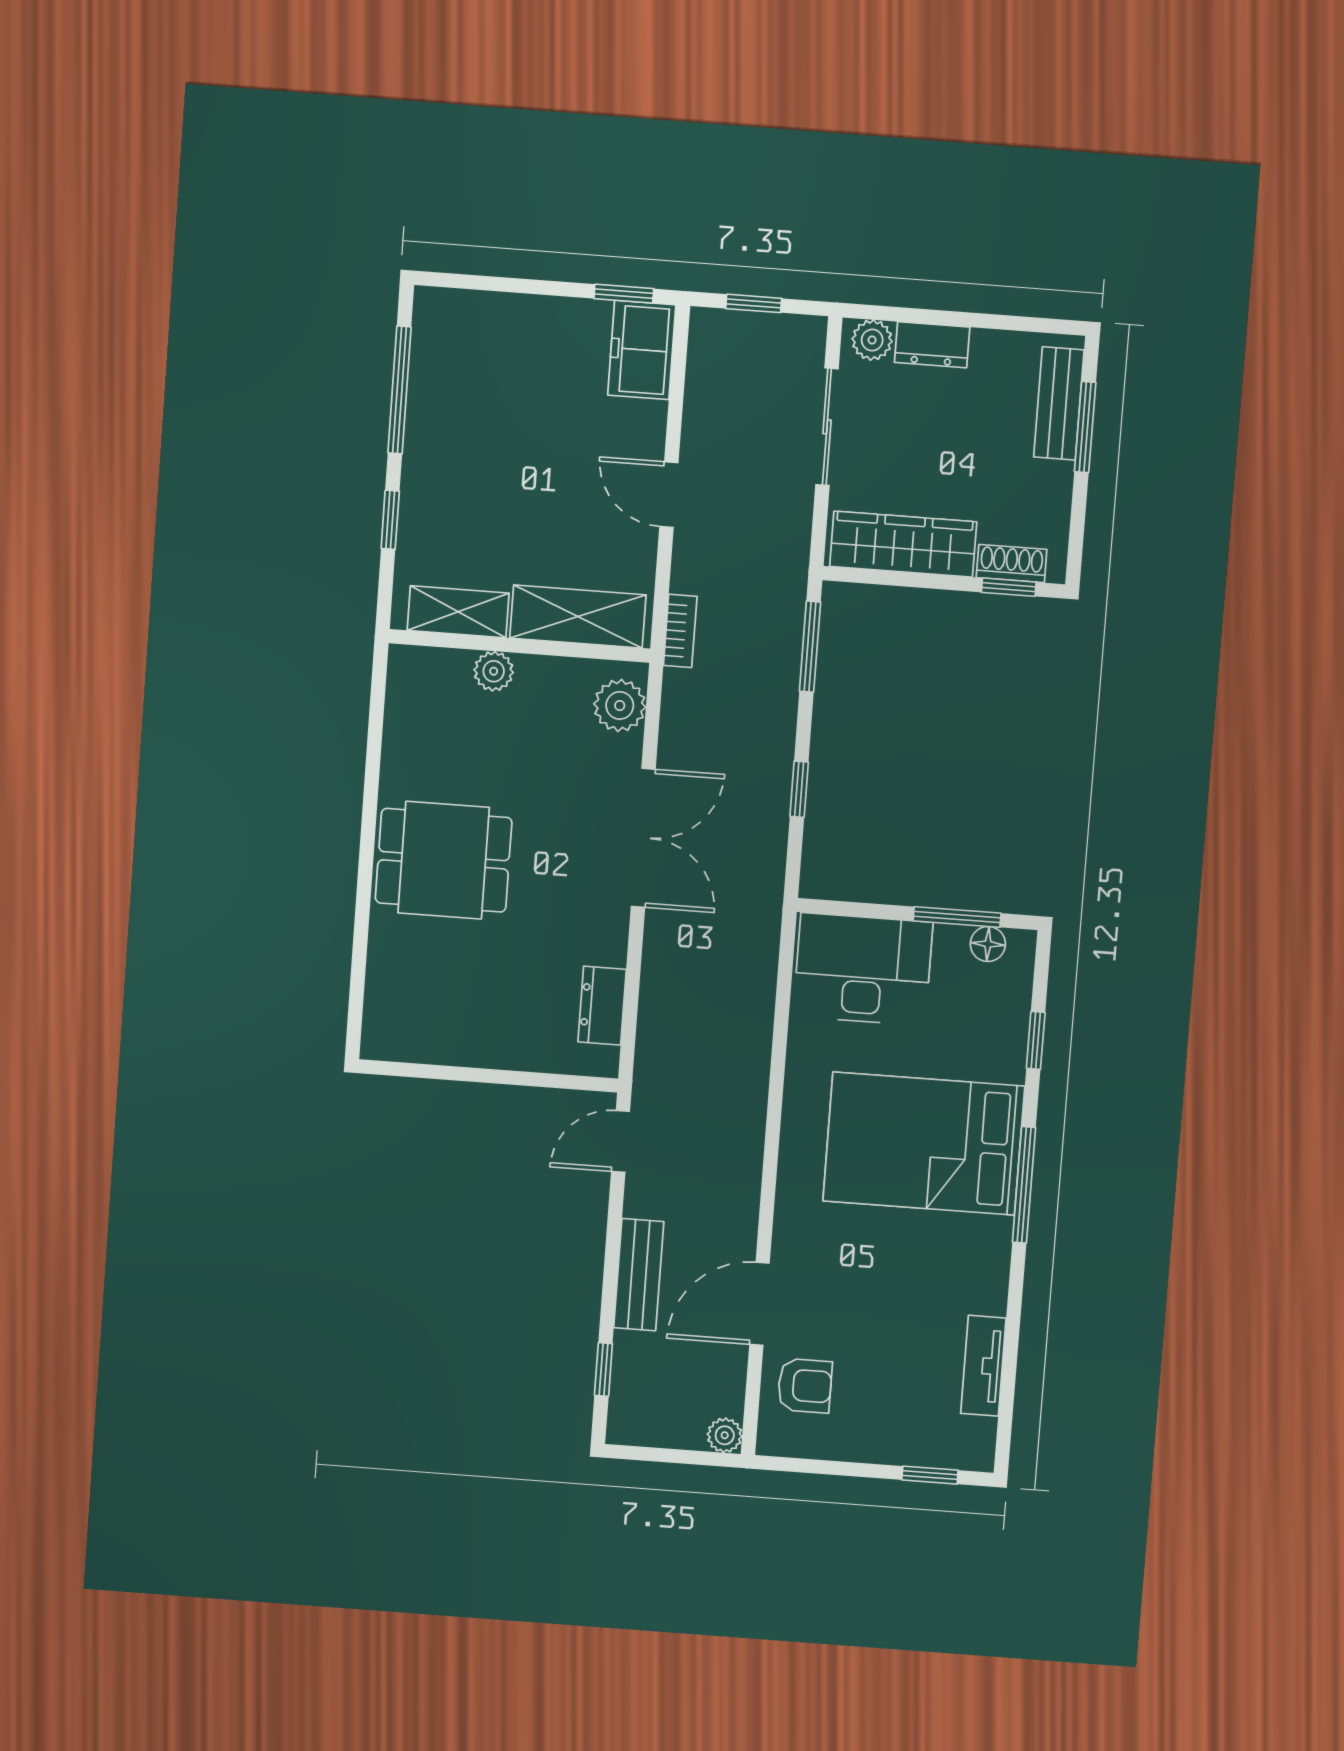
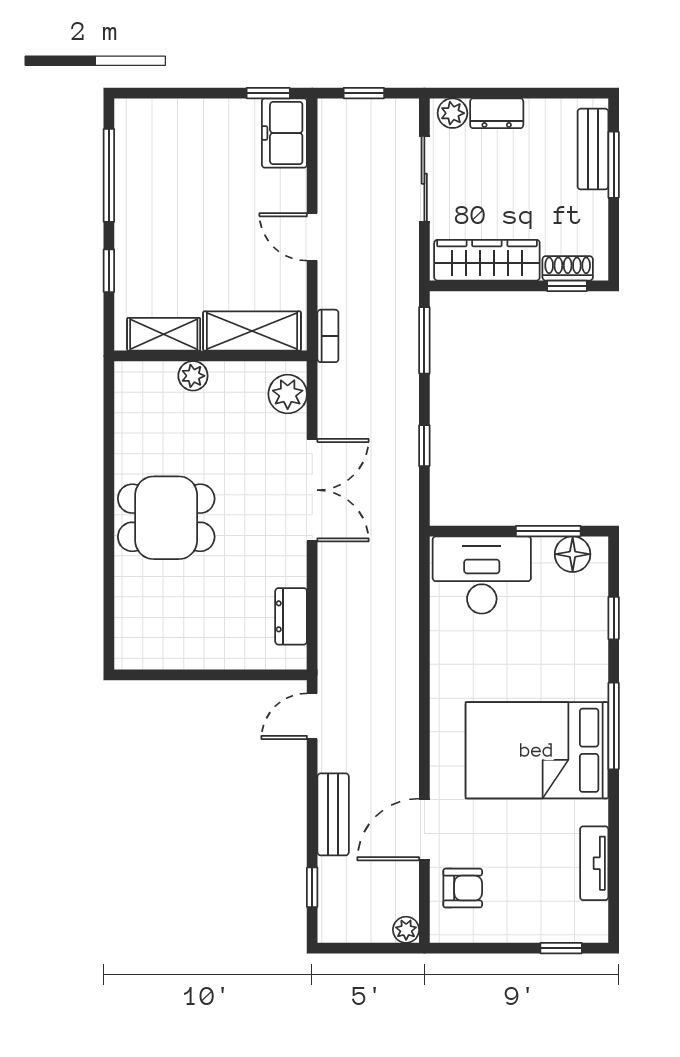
floor lamp: (988, 944) -> (573, 554), width x1.37, depth x1.37
bed: (924, 1144) -> (537, 750), moved

